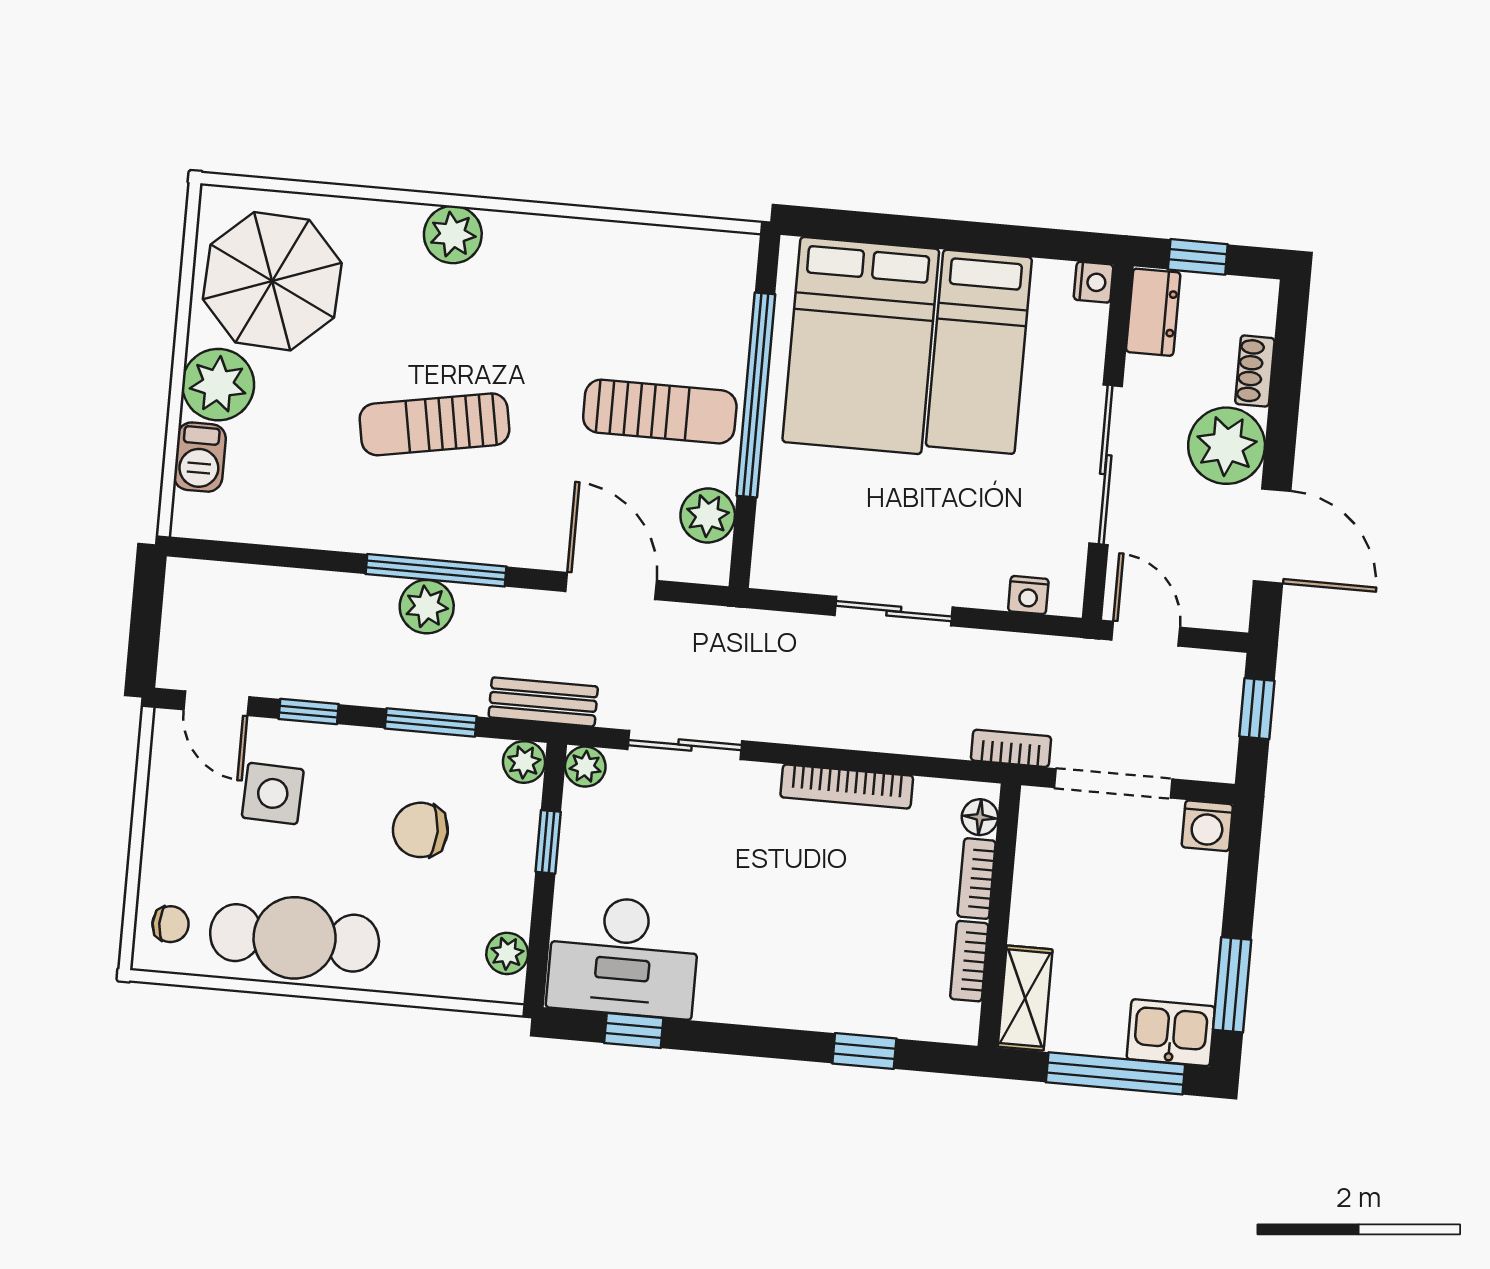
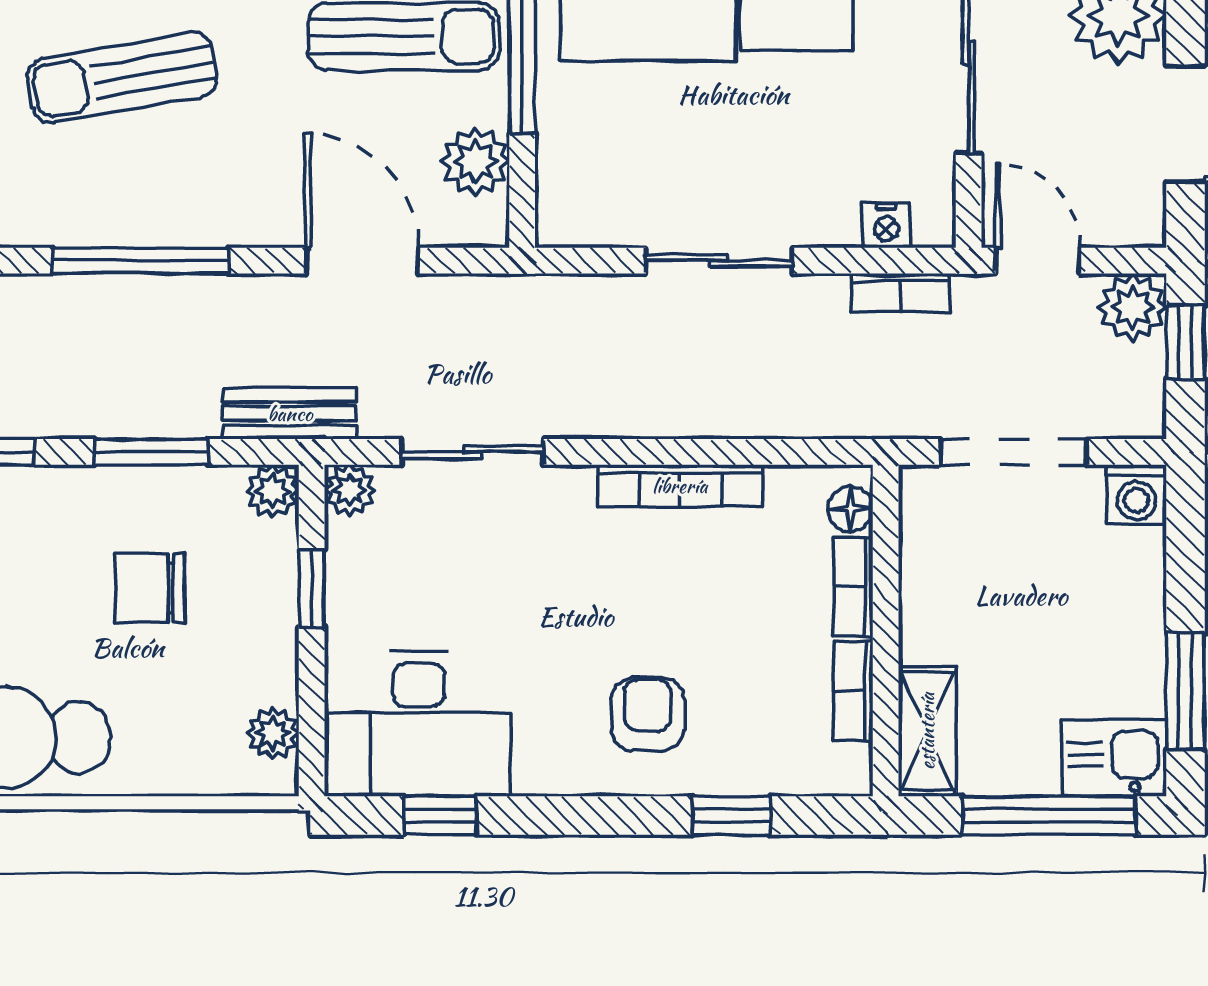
plant: (427, 607) -> (1132, 307), moved
bookcase: (1011, 748) -> (901, 293), moved, turned 180
armchair: (805, 965) -> (648, 714), added

